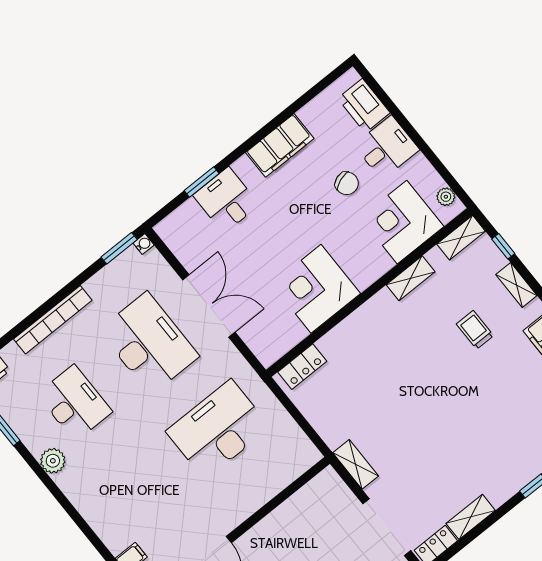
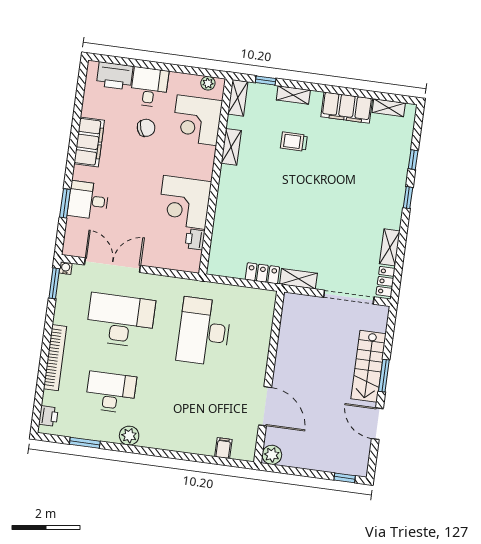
double door: (209, 306) -> (112, 265), moved
printer: (293, 333) -> (195, 239), added
locker: (302, 367) -> (262, 273), moved, turned -90

